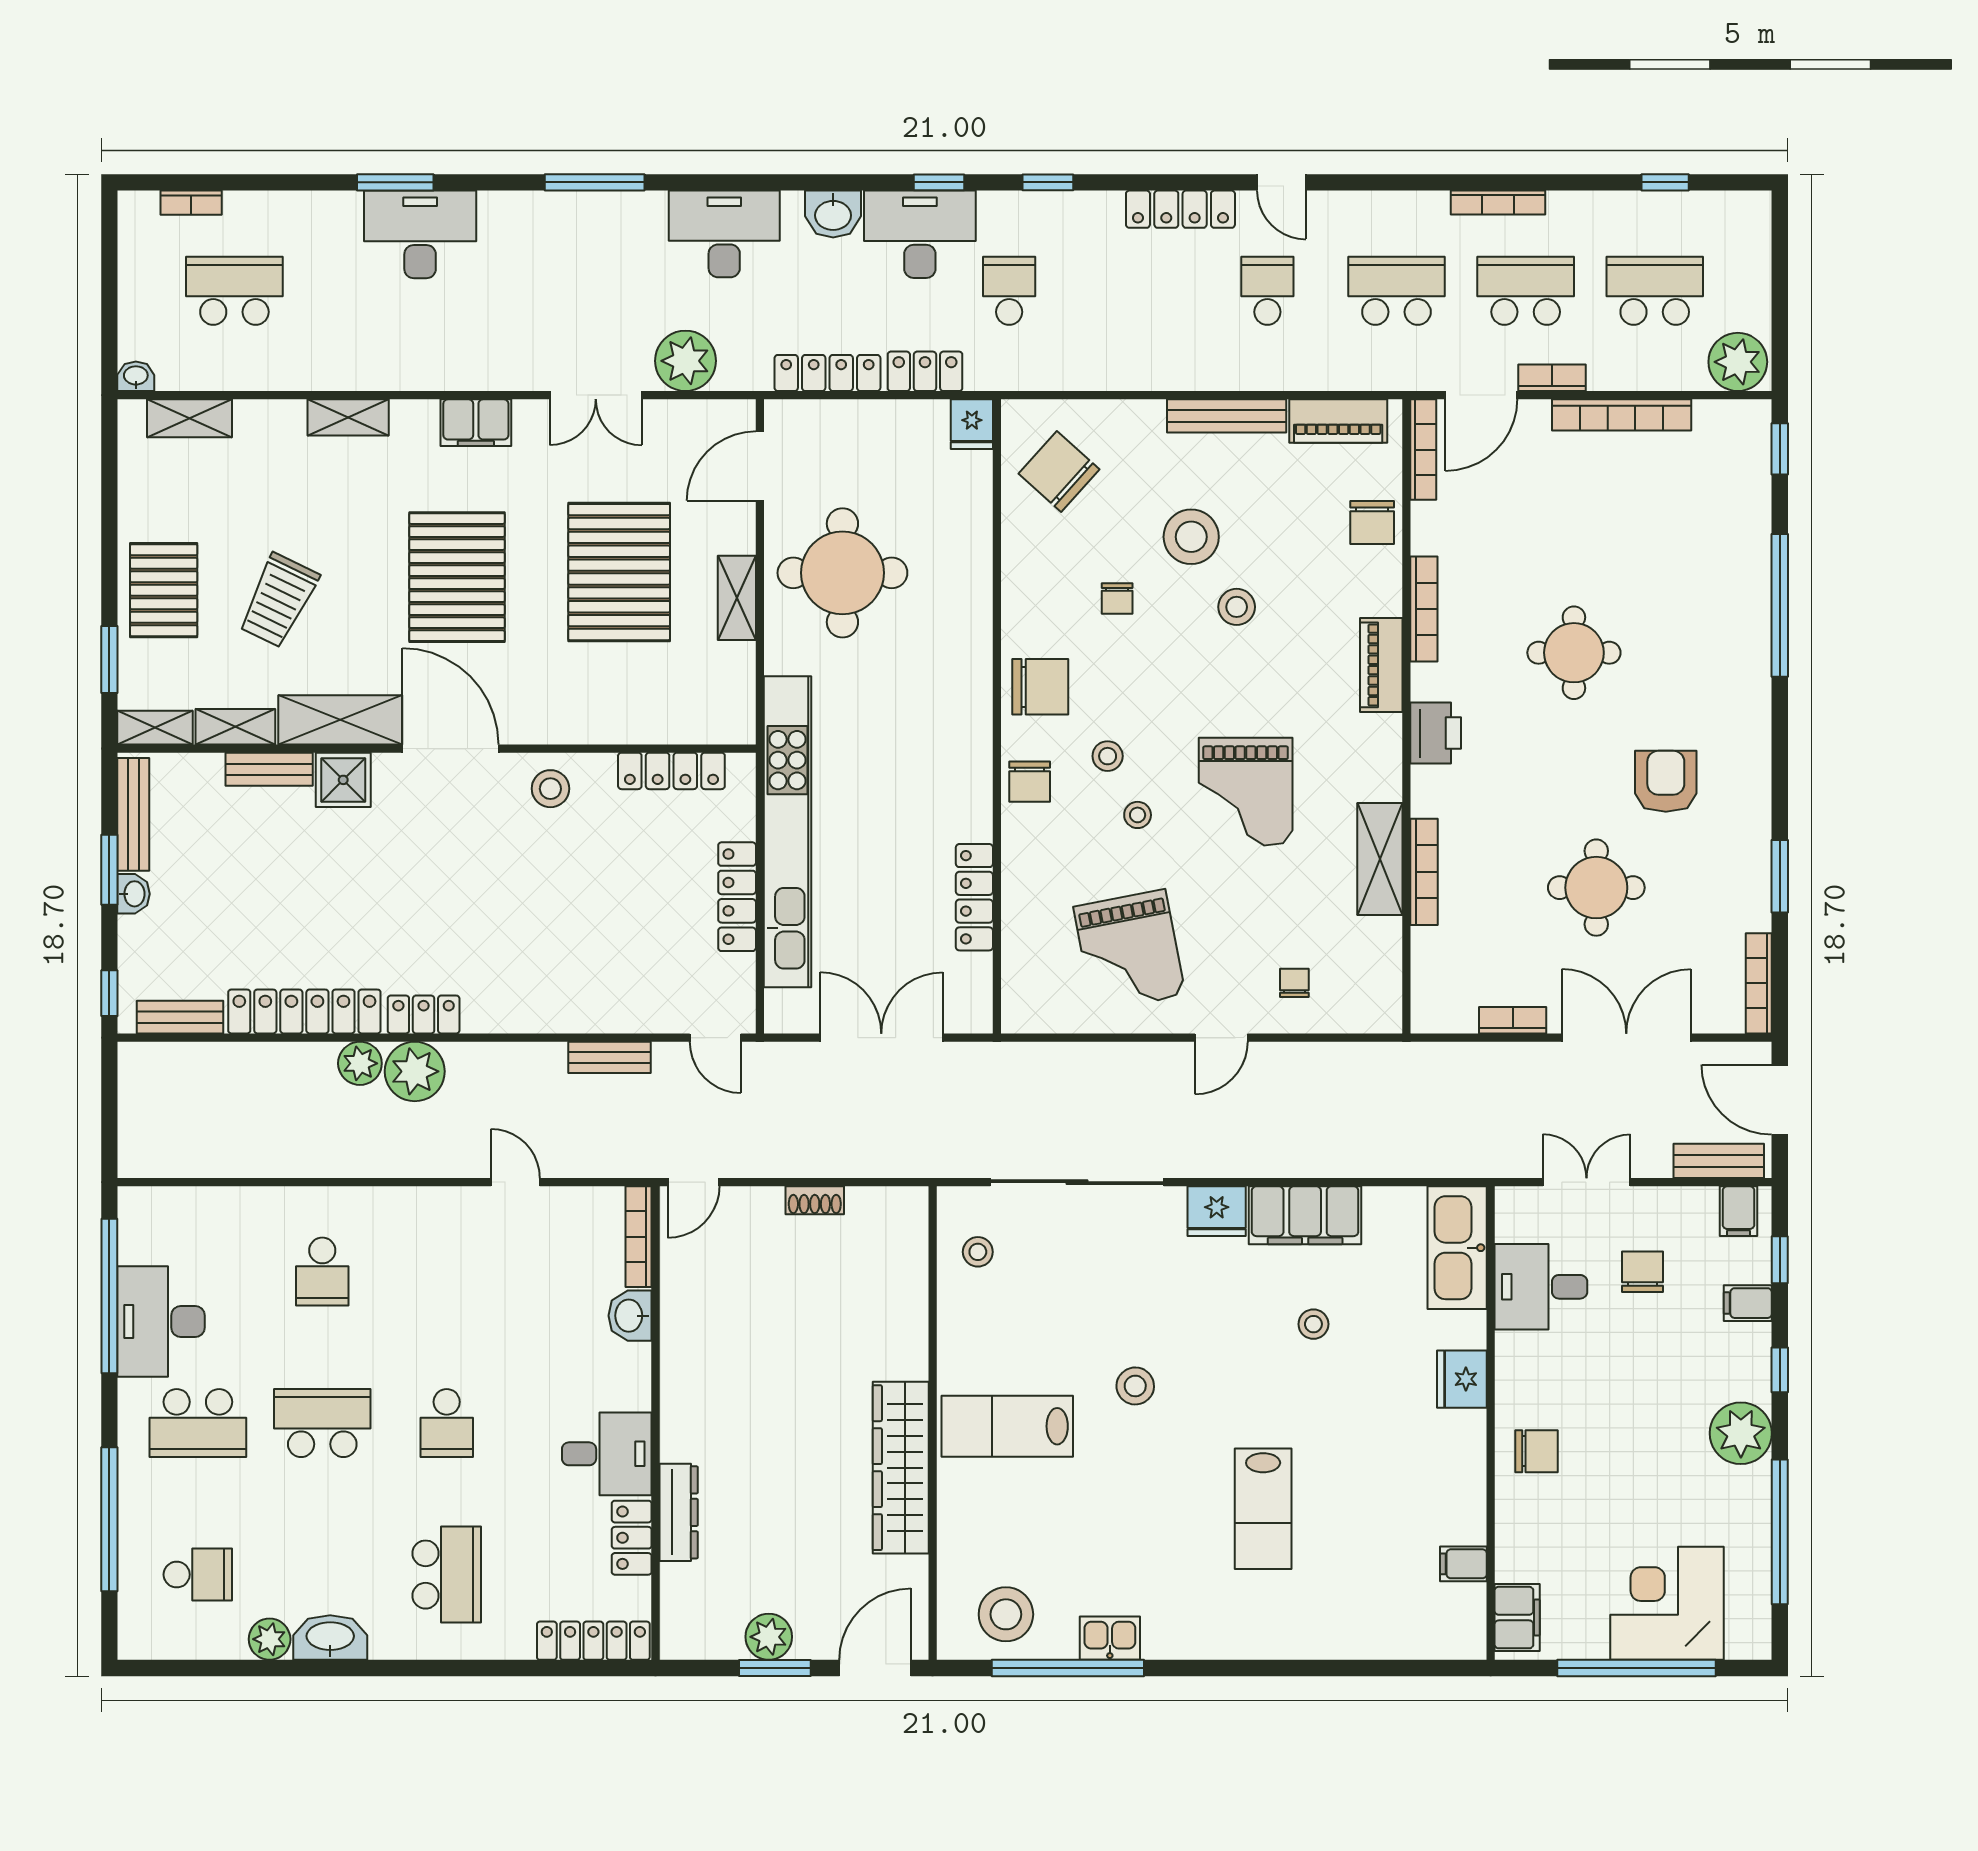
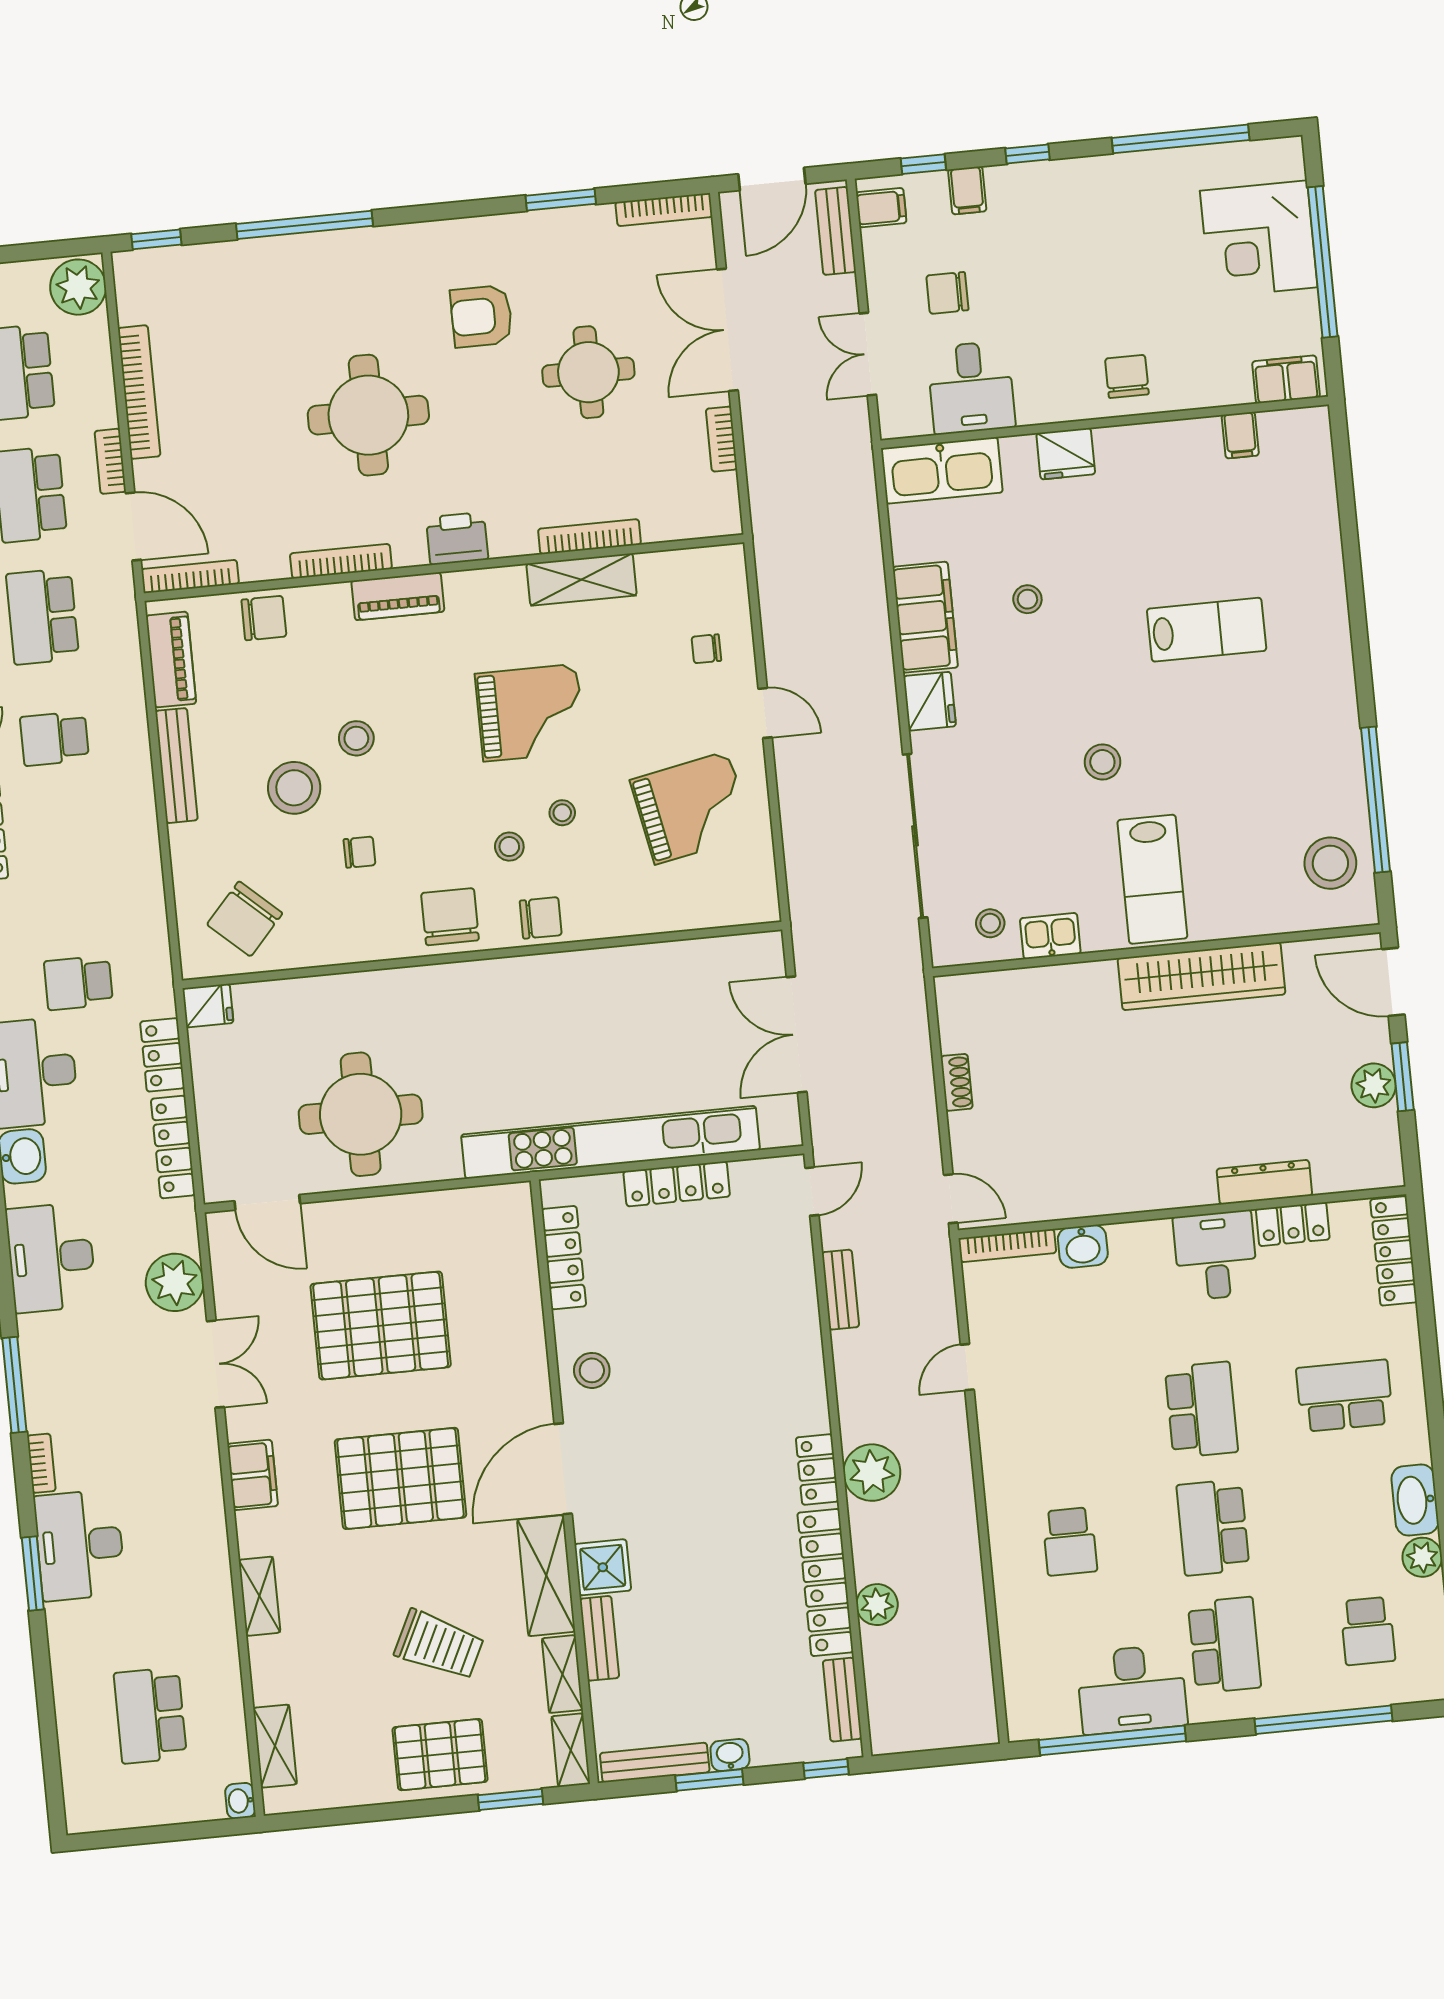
bookcase: (191, 203) -> (41, 1463), moved
shelving: (737, 598) -> (394, 1212), removed
round table: (1574, 653) -> (368, 415), width x1.36, depth x1.36
locker: (974, 897) -> (655, 959), removed
plant: (360, 1063) -> (877, 1605), moved
school desk: (322, 1272) -> (1070, 1541), turned 90
school desk: (447, 1423) -> (1201, 1410), width x1.85
plant: (1741, 1433) -> (1091, 185), removed
school desk: (198, 1575) -> (1368, 1631), turned 180
kitchen sink: (1110, 1638) -> (1050, 936), moved, turned 90

